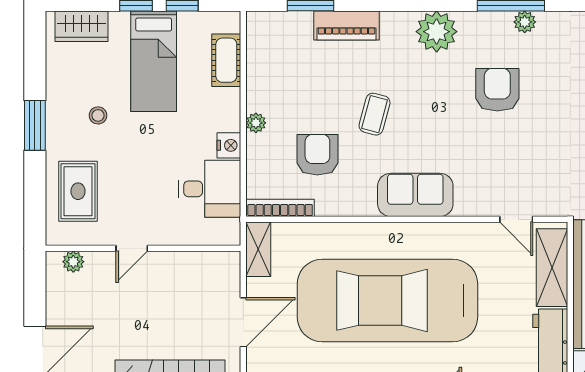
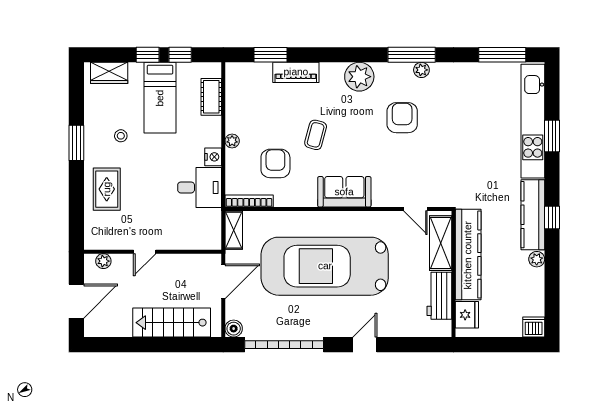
door: (132, 248) -> (145, 252), moved
wall: (143, 248) -> (153, 252), moved
plant: (73, 262) -> (103, 261), moved

